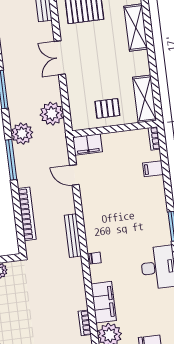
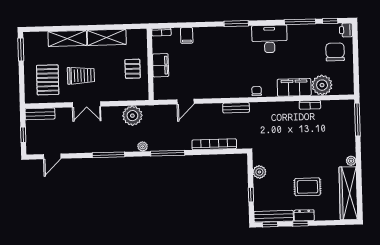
trolley: (93, 48) -> (81, 76), added
shelving: (145, 99) -> (107, 37), moved
plant: (22, 134) -> (143, 146), width x0.53, depth x0.53
filing cabinet: (88, 145) -> (161, 65), moved
bench: (73, 236) -> (236, 108), width x0.73

